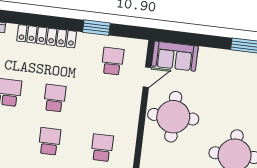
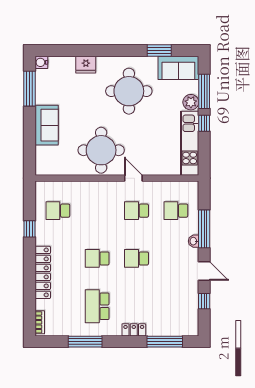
window: (96, 28) -> (30, 229), width x0.67
sofa: (175, 56) -> (47, 125), moved
door: (147, 77) -> (133, 178), moved

